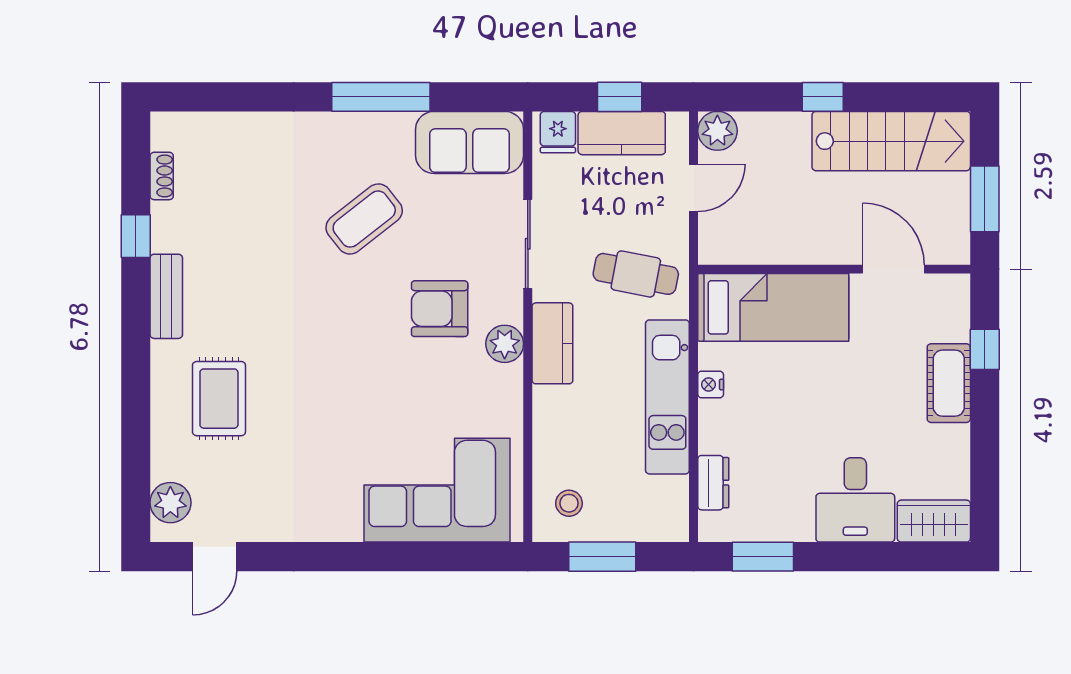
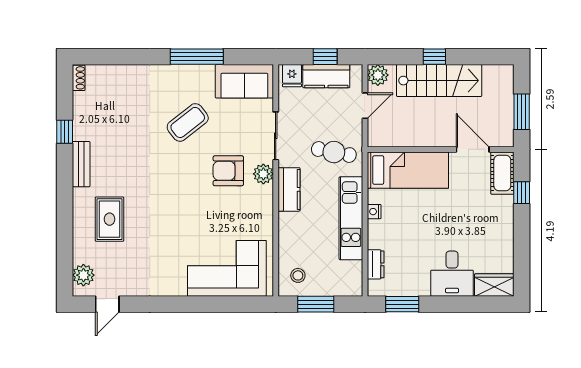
stairs: (891, 141) -> (439, 81), moved
shoe rack: (162, 176) -> (79, 78), moved
plant: (505, 344) -> (263, 174), moved
cot: (949, 383) -> (502, 173), moved

